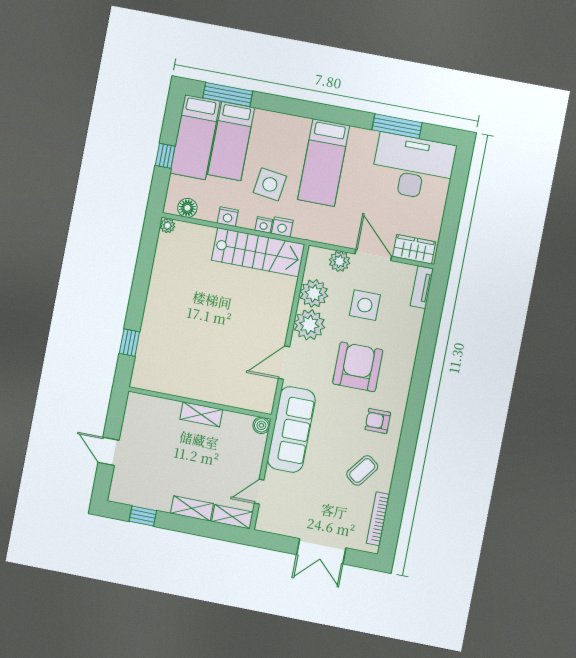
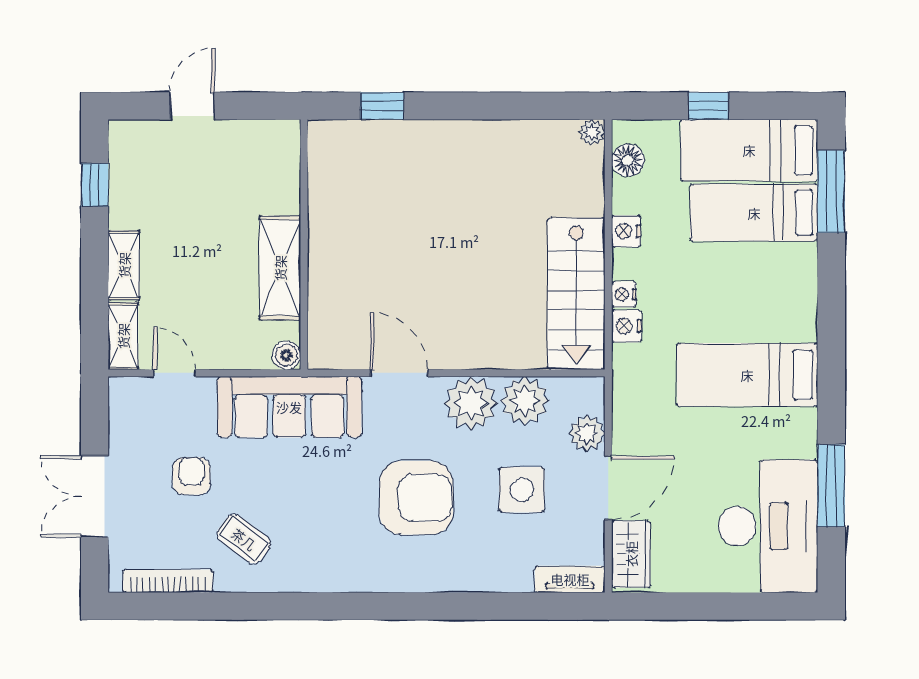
side table: (270, 184) -> (694, 292), removed
shelving: (201, 414) -> (280, 268), width x1.50, depth x1.33
armchair: (378, 421) -> (191, 476), moved

